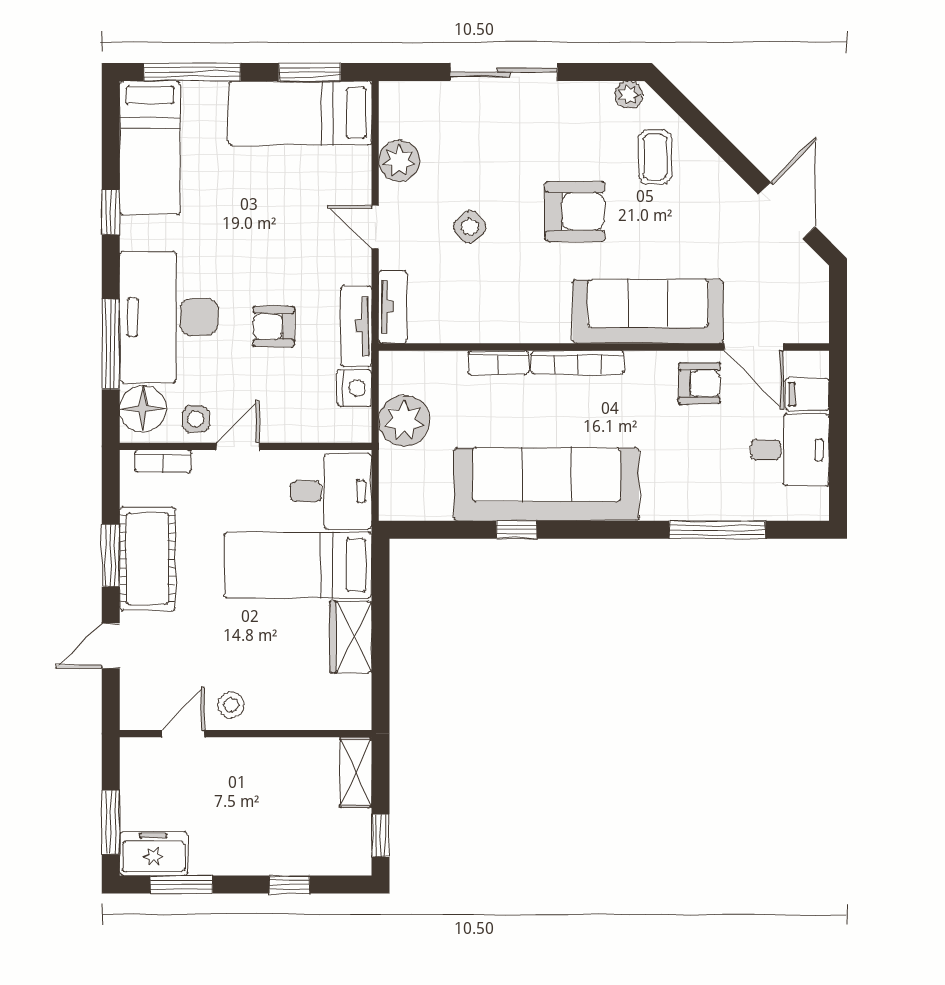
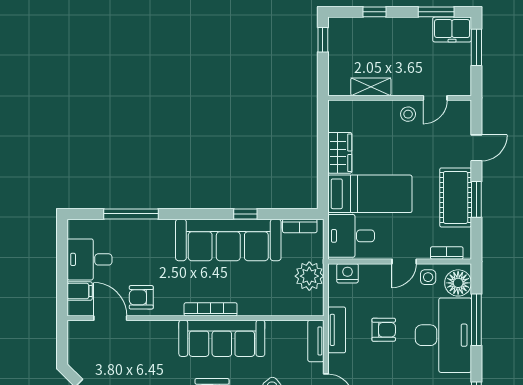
sofa: (648, 311) -> (222, 338), moved
bookcase: (498, 363) -> (300, 226), moved, turned 180
nightstand: (354, 388) -> (347, 273), moved, turned 90
shelving: (356, 772) -> (371, 87), moved, turned 90

